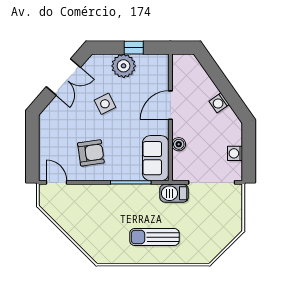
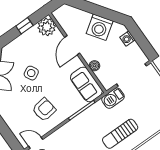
plant: (124, 66) -> (47, 27), moved
washing machine: (219, 103) -> (100, 27), width x1.89, depth x1.89
washing machine: (235, 153) -> (127, 39), moved

